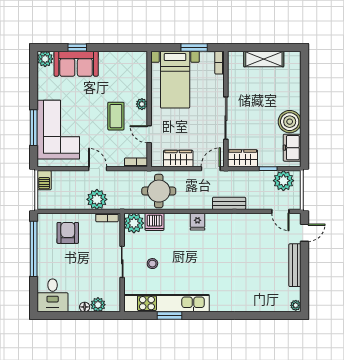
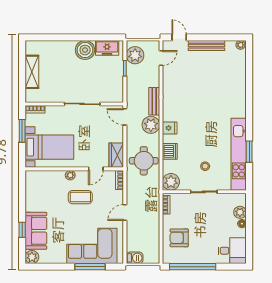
wardrobe: (243, 158) -> (116, 90), removed
wardrobe: (178, 159) -> (116, 155), moved
plant: (97, 199) -> (151, 125), moved
dishwasher: (154, 222) -> (170, 151), moved

